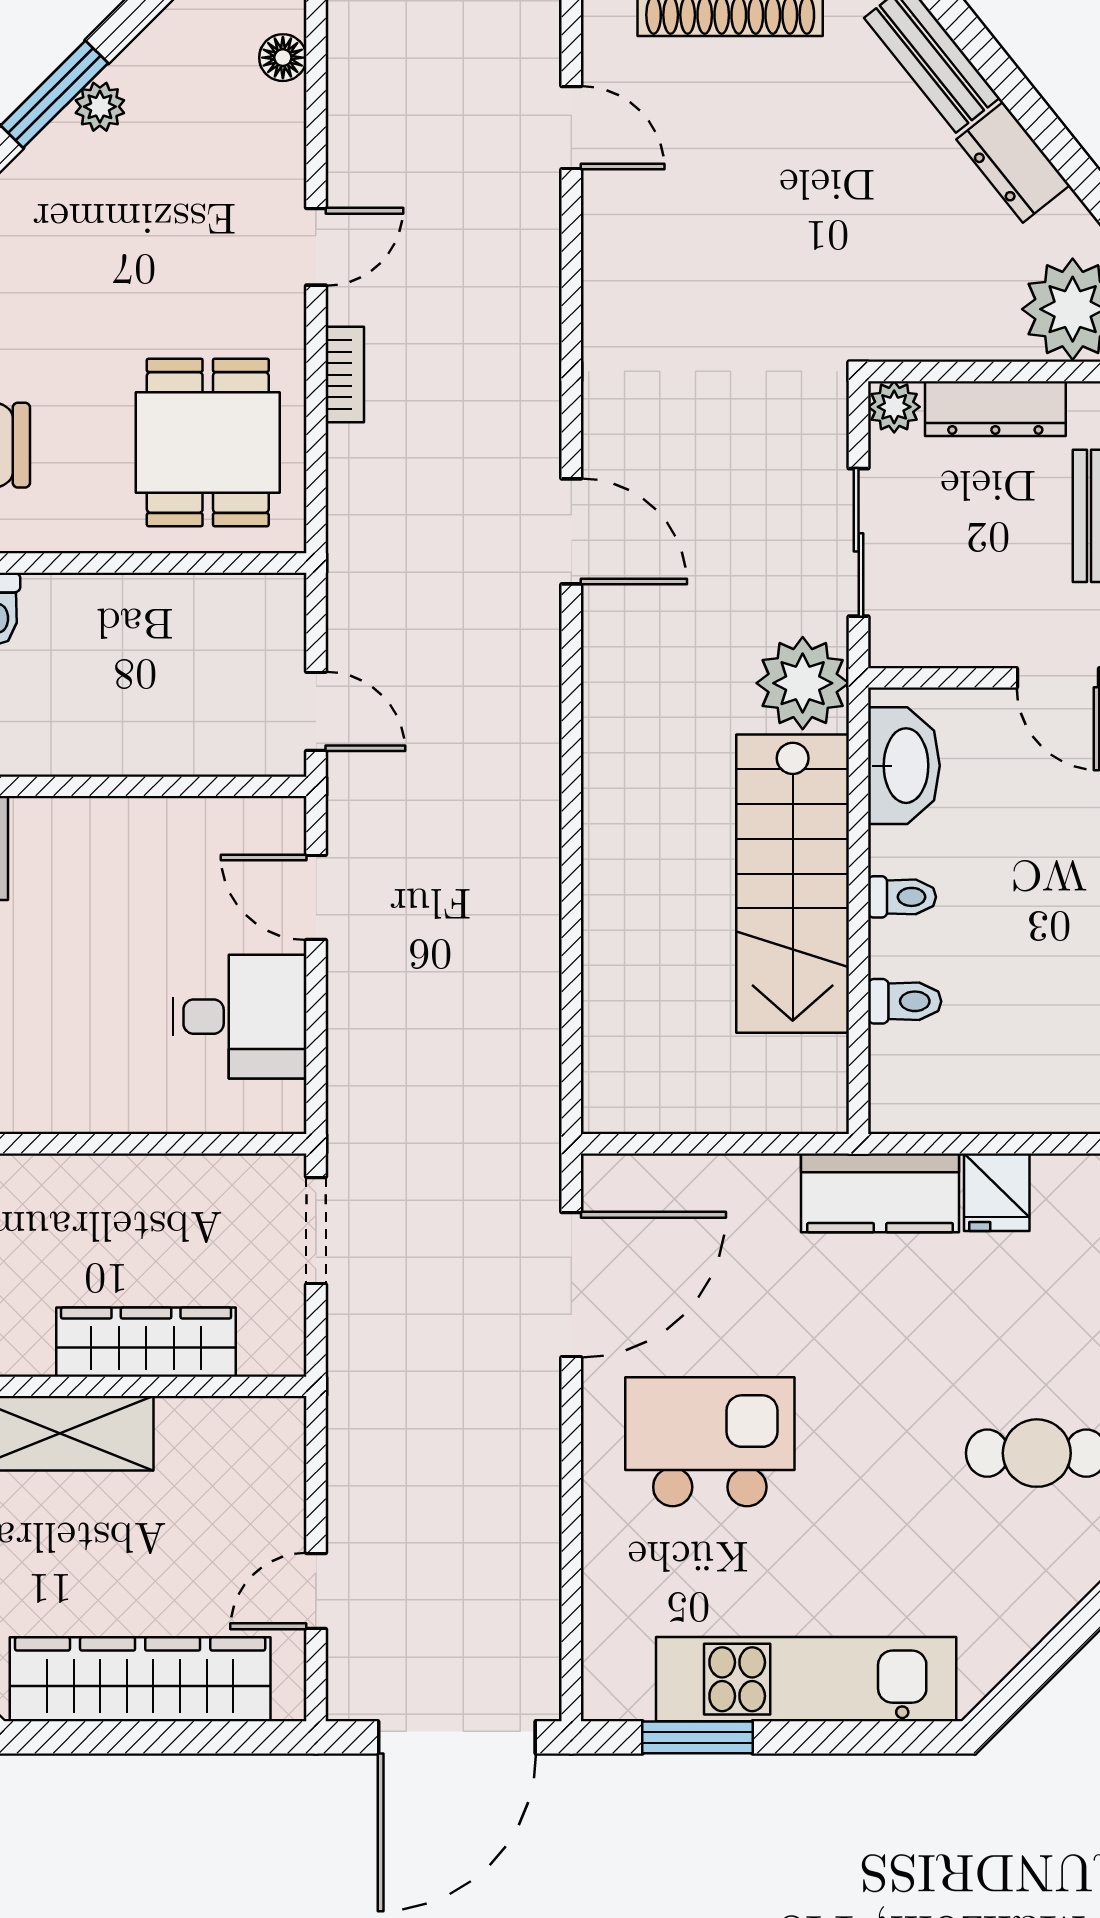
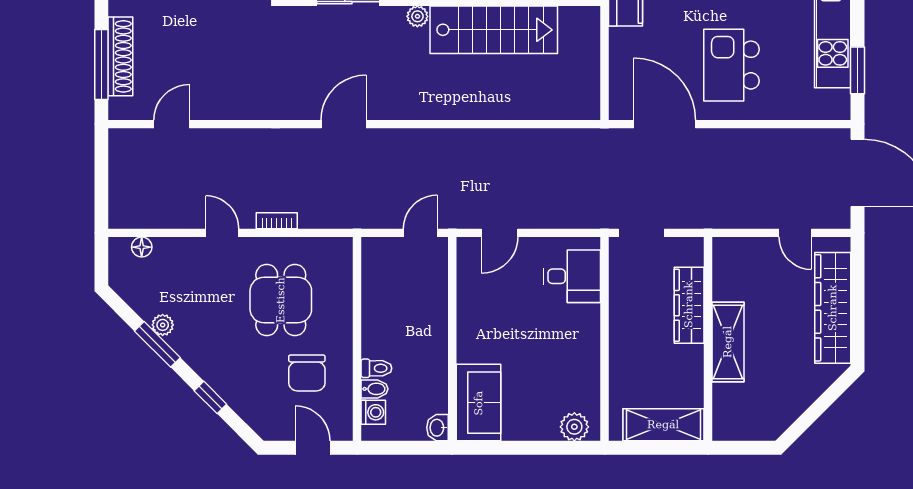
dining table: (208, 442) -> (281, 300), moved, turned 90
plant: (803, 683) -> (417, 16), width x0.53, depth x0.53
desk: (240, 1017) -> (572, 276), moved, turned 90

